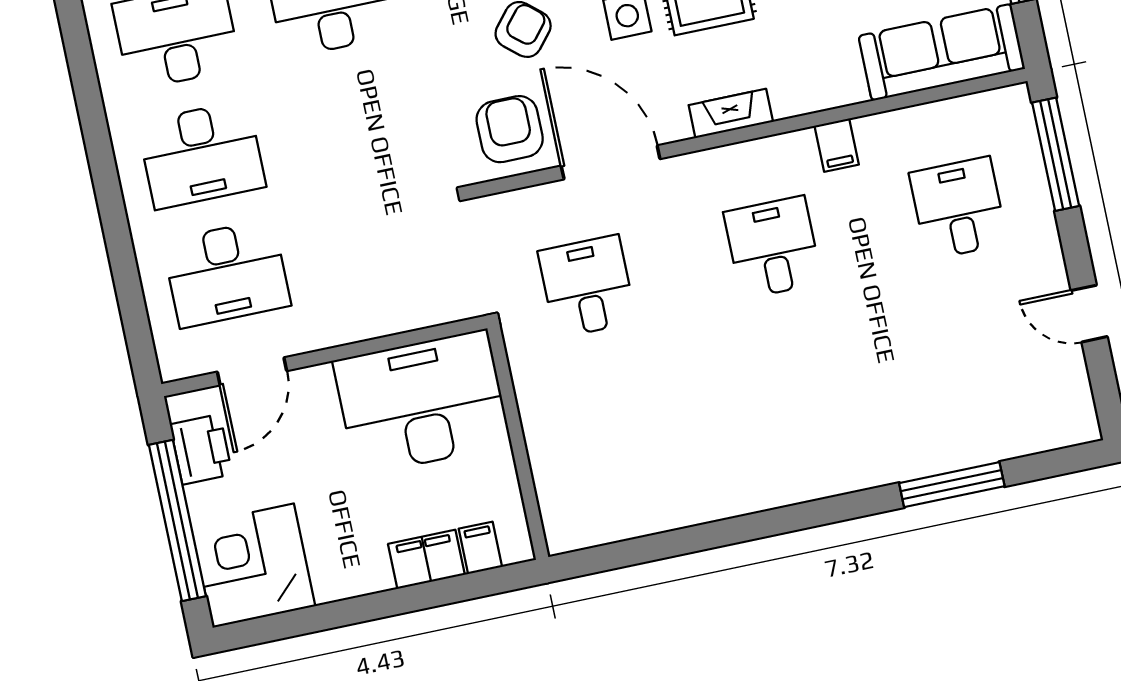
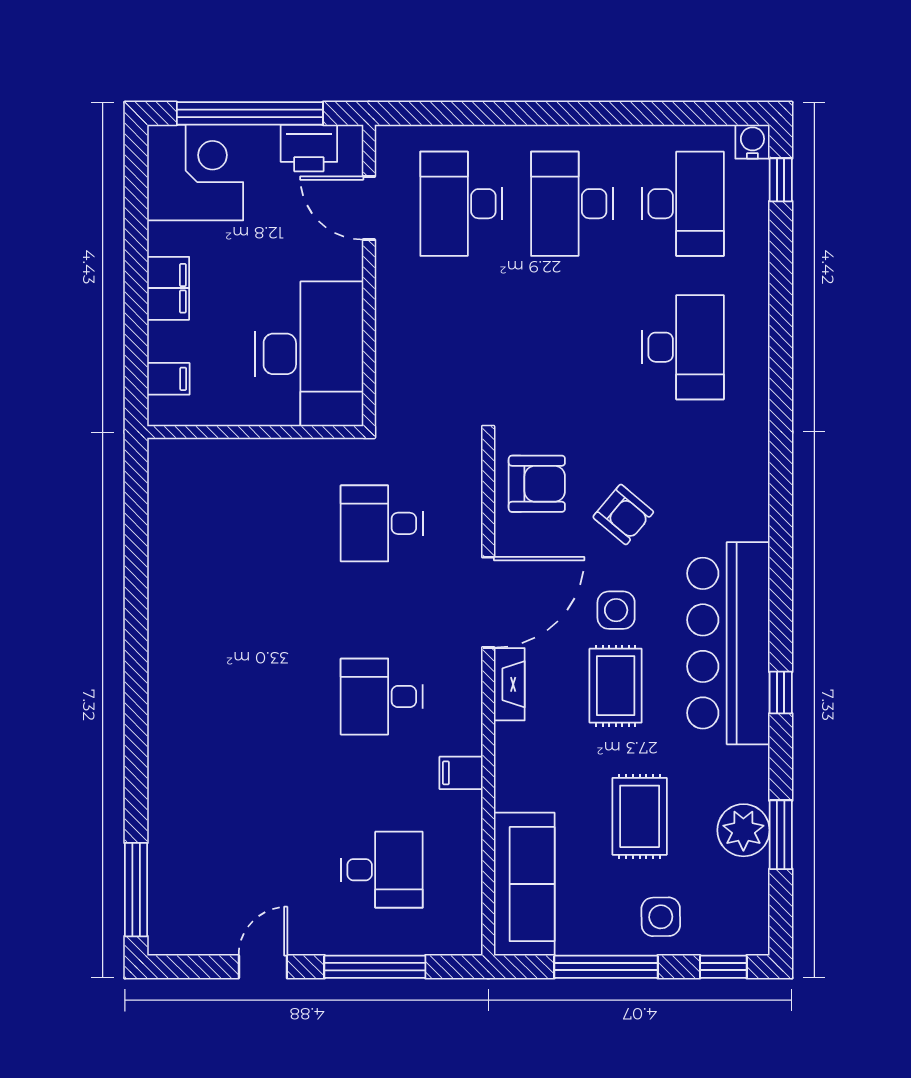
window: (1056, 154) -> (375, 967), moved
door: (611, 162) -> (488, 602), moved
desk: (773, 247) -> (382, 697), turned 180
desk: (587, 286) -> (382, 523), turned 180
window: (952, 485) -> (136, 890), moved
filing cabinet: (426, 559) -> (168, 288), moved

